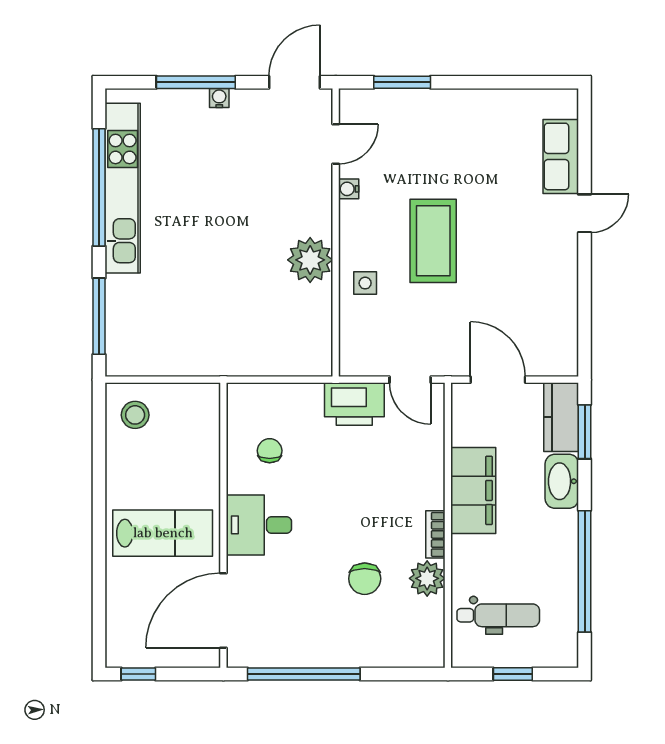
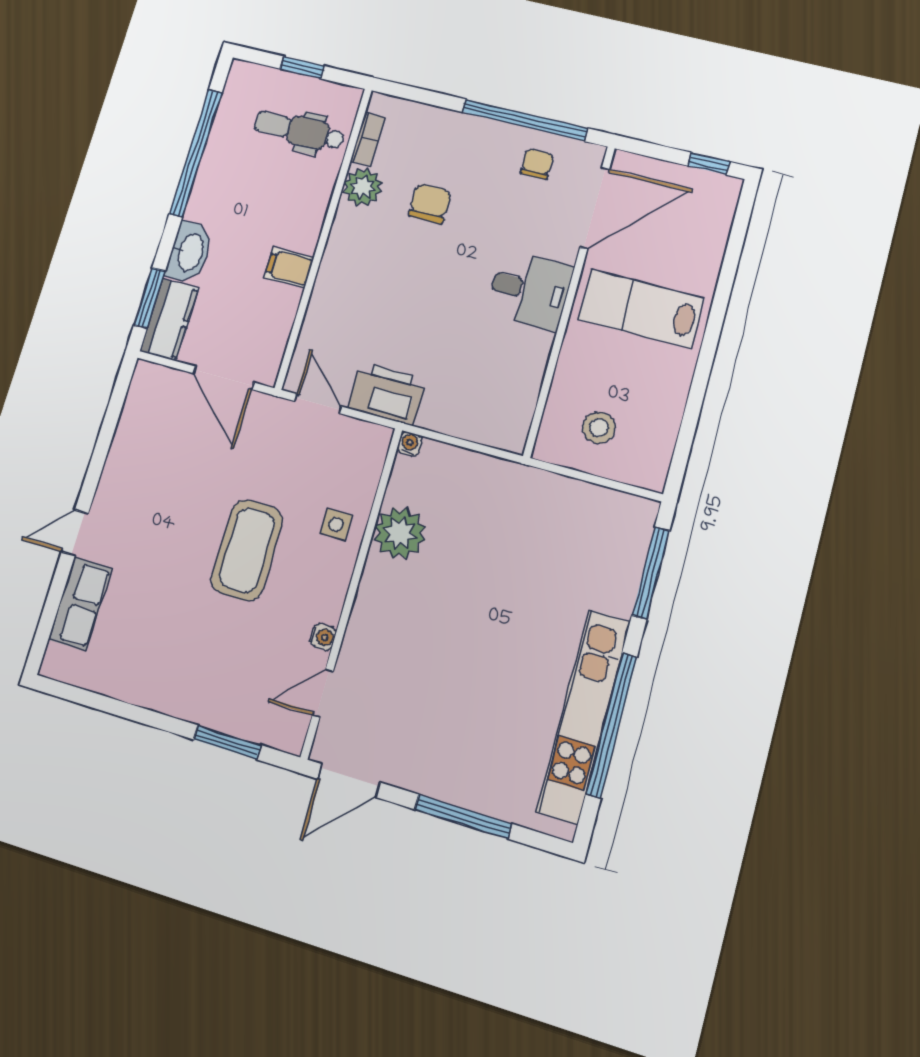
water cooler: (219, 98) -> (410, 444), moved, turned 180
plant: (310, 260) -> (400, 533), moved
stool: (135, 415) -> (599, 428), moved
chair: (270, 451) -> (537, 164), moved, turned 180
filing cabinet: (473, 490) -> (289, 268), width x0.33, depth x0.86
bookcase: (435, 534) -> (367, 139), moved

